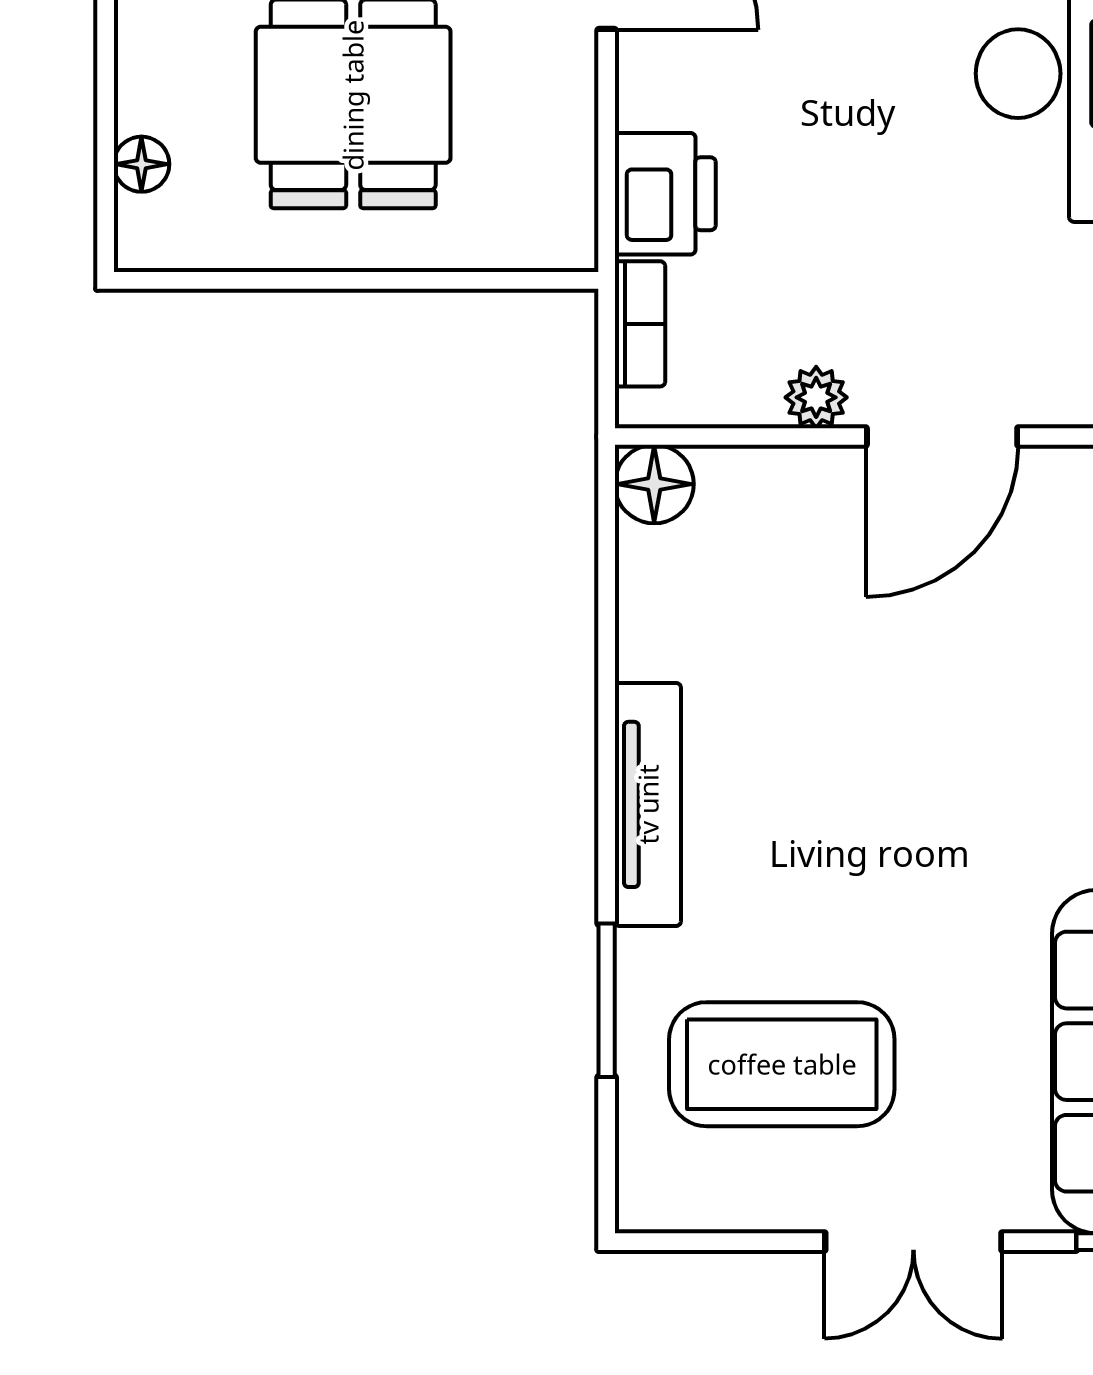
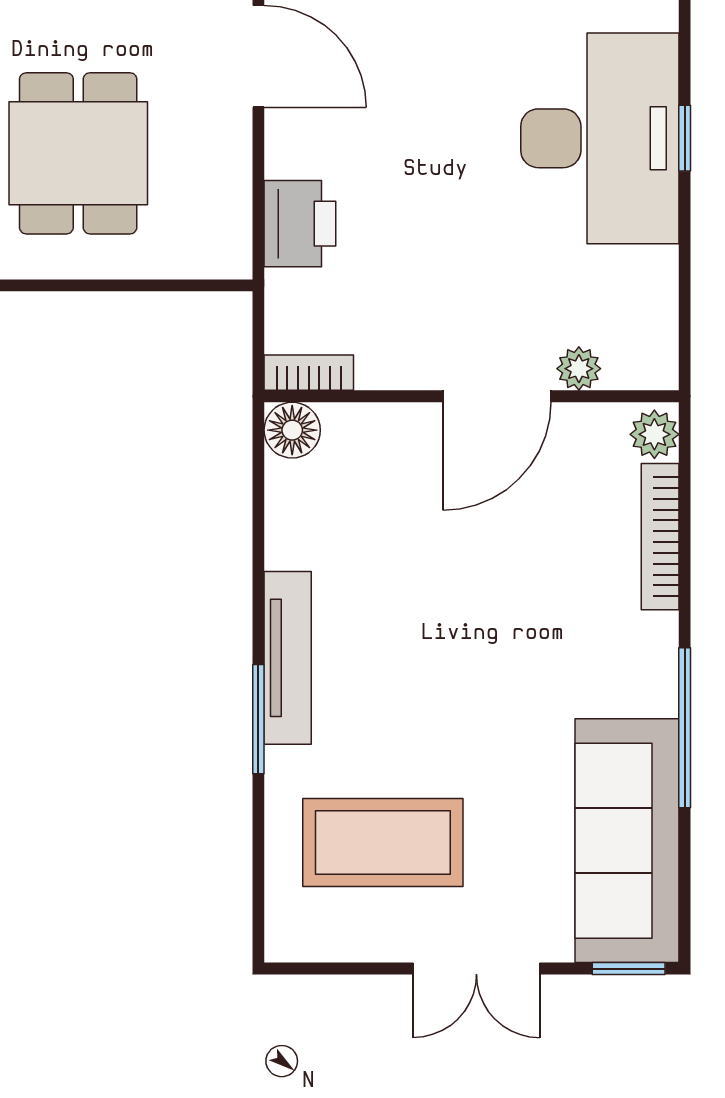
bookcase: (640, 324) -> (309, 373), moved, turned -90
plant: (816, 397) -> (579, 369), moved
window: (607, 1000) -> (258, 719), moved

